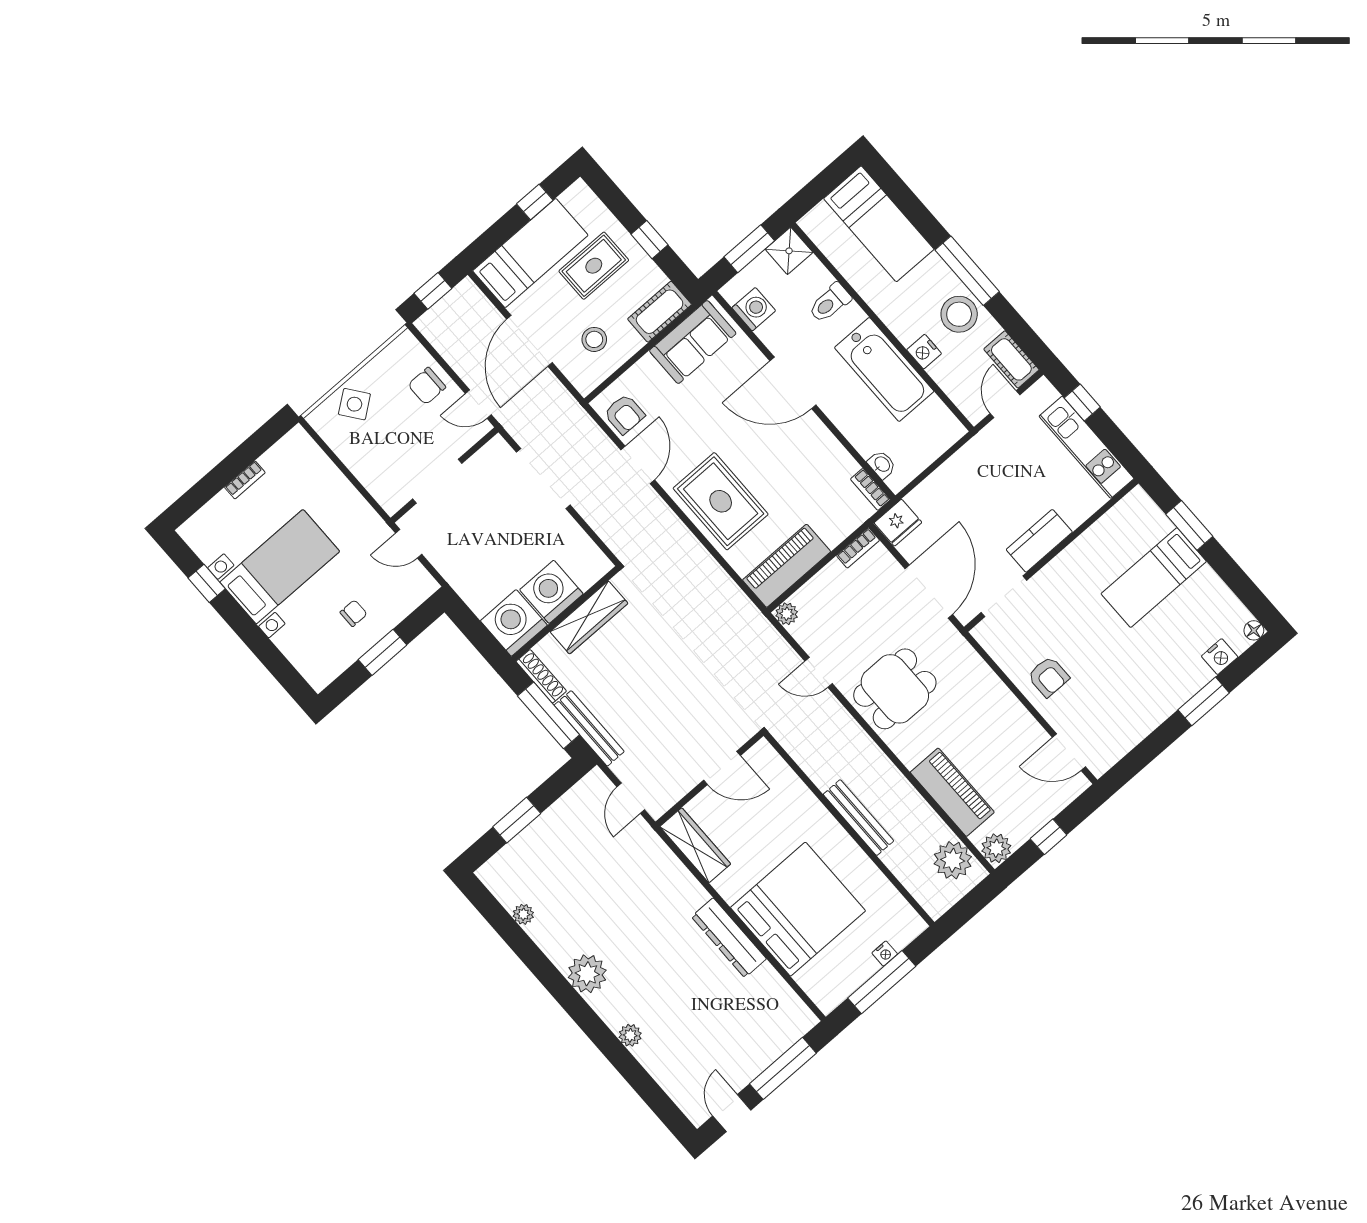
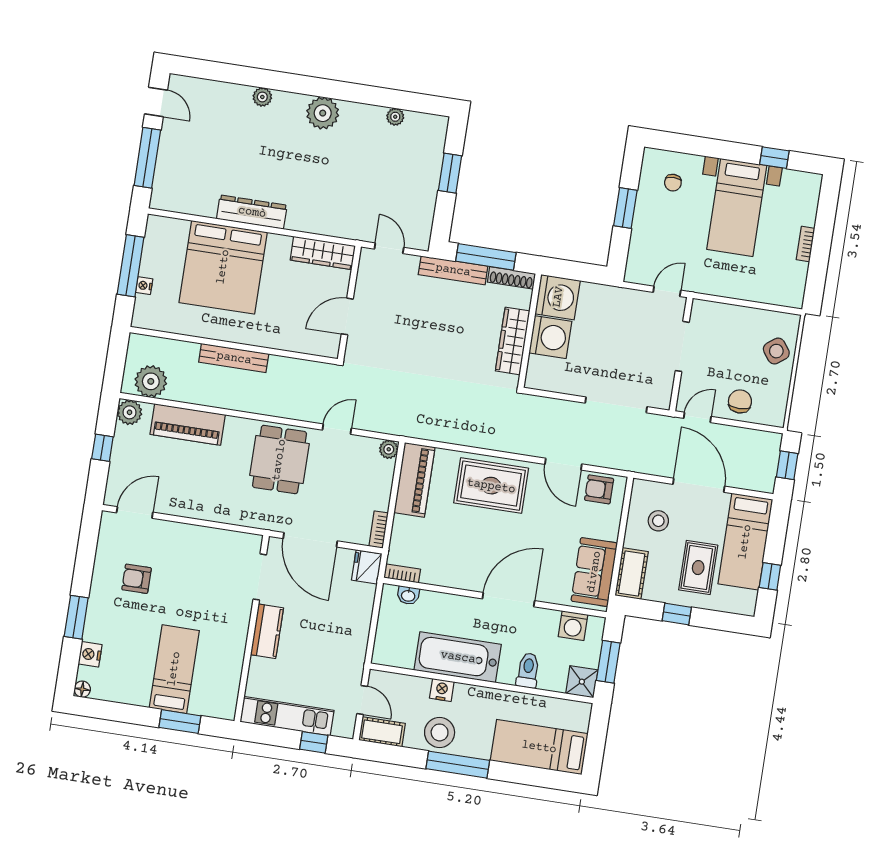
chair: (354, 613) -> (673, 183), moved
armchair: (1048, 677) -> (137, 579), moved

